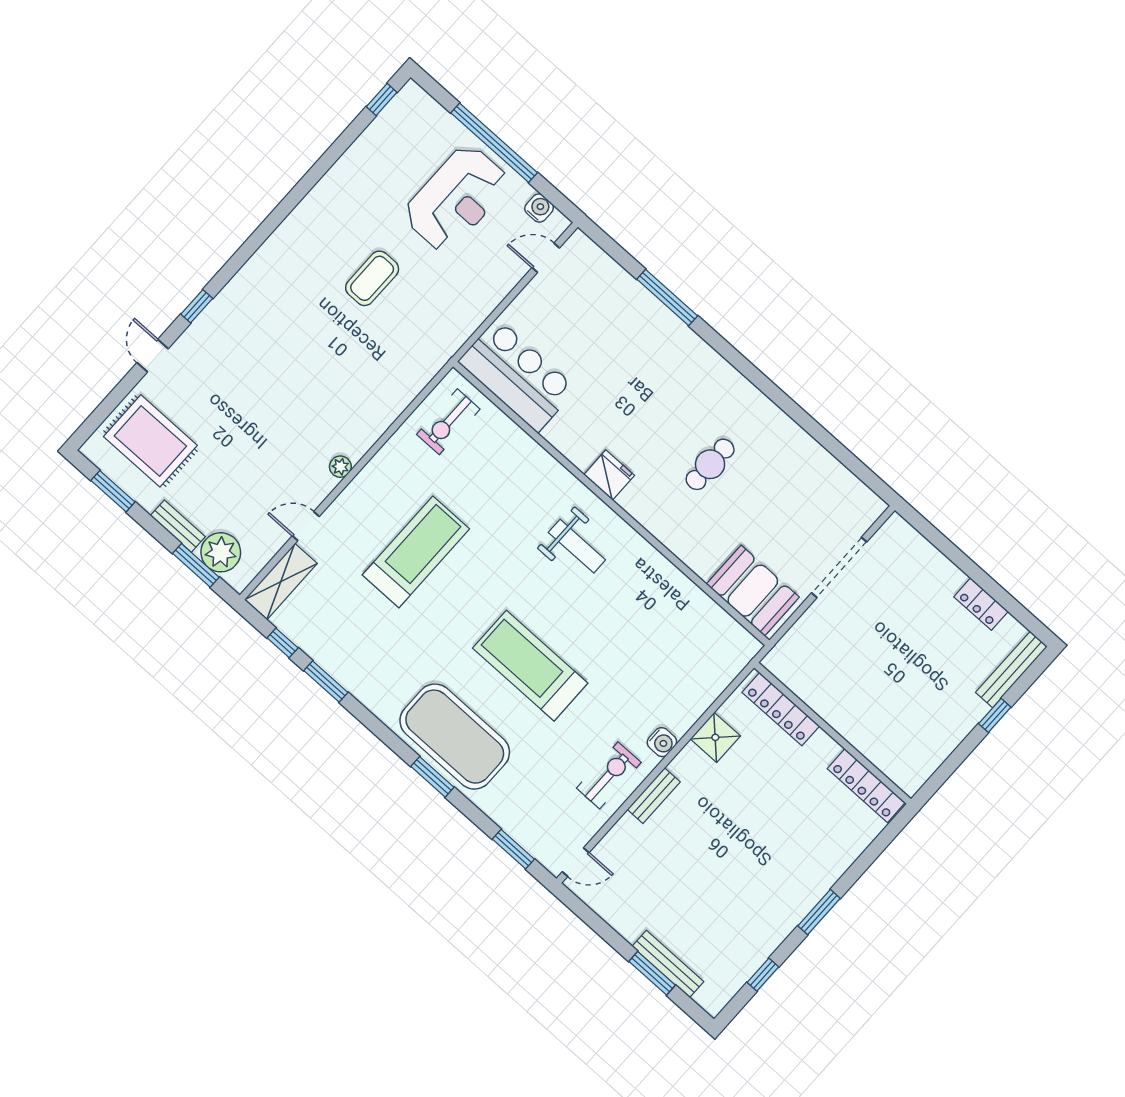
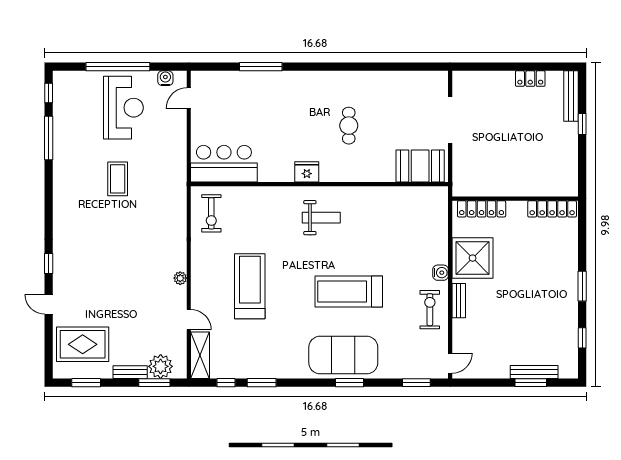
window: (333, 154) -> (49, 138), added
door: (306, 526) -> (189, 320), swing flipped
shower: (715, 737) -> (473, 258), width x1.86, depth x1.86

